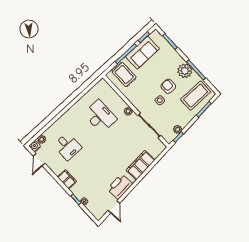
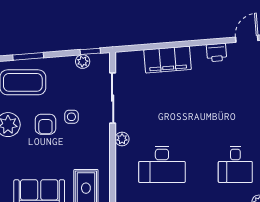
desk: (100, 116) -> (162, 164), turned -90
desk: (68, 146) -> (235, 164), turned 180
printer: (120, 187) -> (217, 53), width x0.53, depth x0.68

